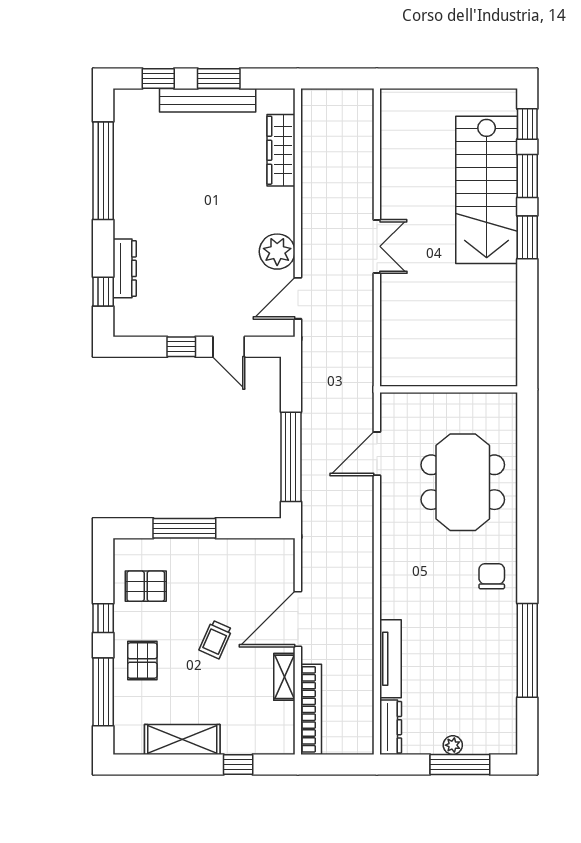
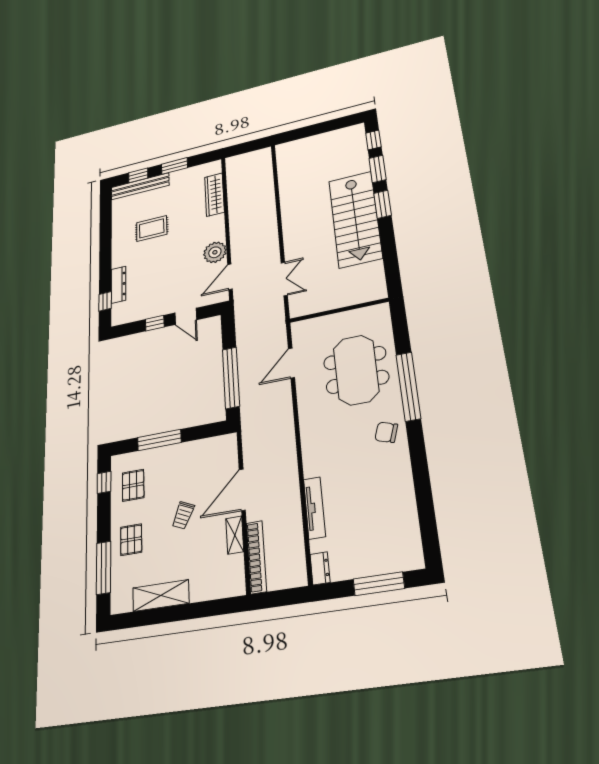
bench: (208, 100) -> (140, 186), moved
window: (103, 171) -> (106, 233), removed
rug: (179, 183) -> (152, 228), added
stairs: (487, 190) -> (355, 219), moved
double door: (377, 246) -> (284, 279), moved
chair: (492, 576) -> (386, 432), turned -72
pallet: (146, 586) -> (133, 485), turned 90
window: (103, 618) -> (104, 482), moved
window: (527, 650) -> (408, 386), moved
dresser: (391, 727) -> (320, 568), width x0.70
plant: (453, 745) -> (371, 569), removed
window: (238, 764) -> (203, 609), removed

